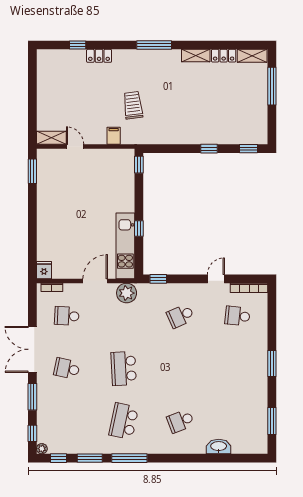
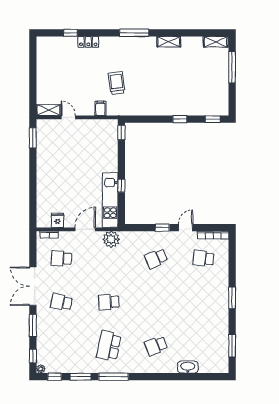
locker: (224, 56) -> (192, 42), removed
fridge: (44, 270) -> (57, 220), moved
window: (158, 279) -> (162, 228), moved
school desk: (124, 369) -> (109, 302), width x0.54

